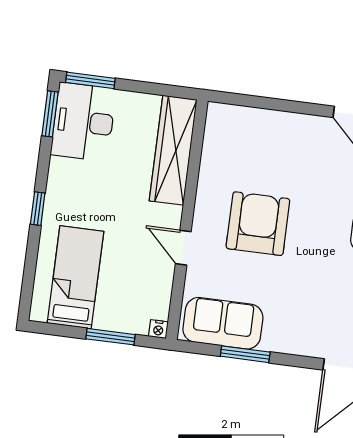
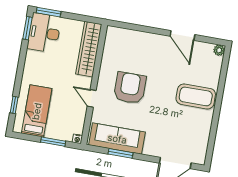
window: (38, 209) -> (14, 105), moved
sofa: (223, 323) -> (117, 139), width x1.36

